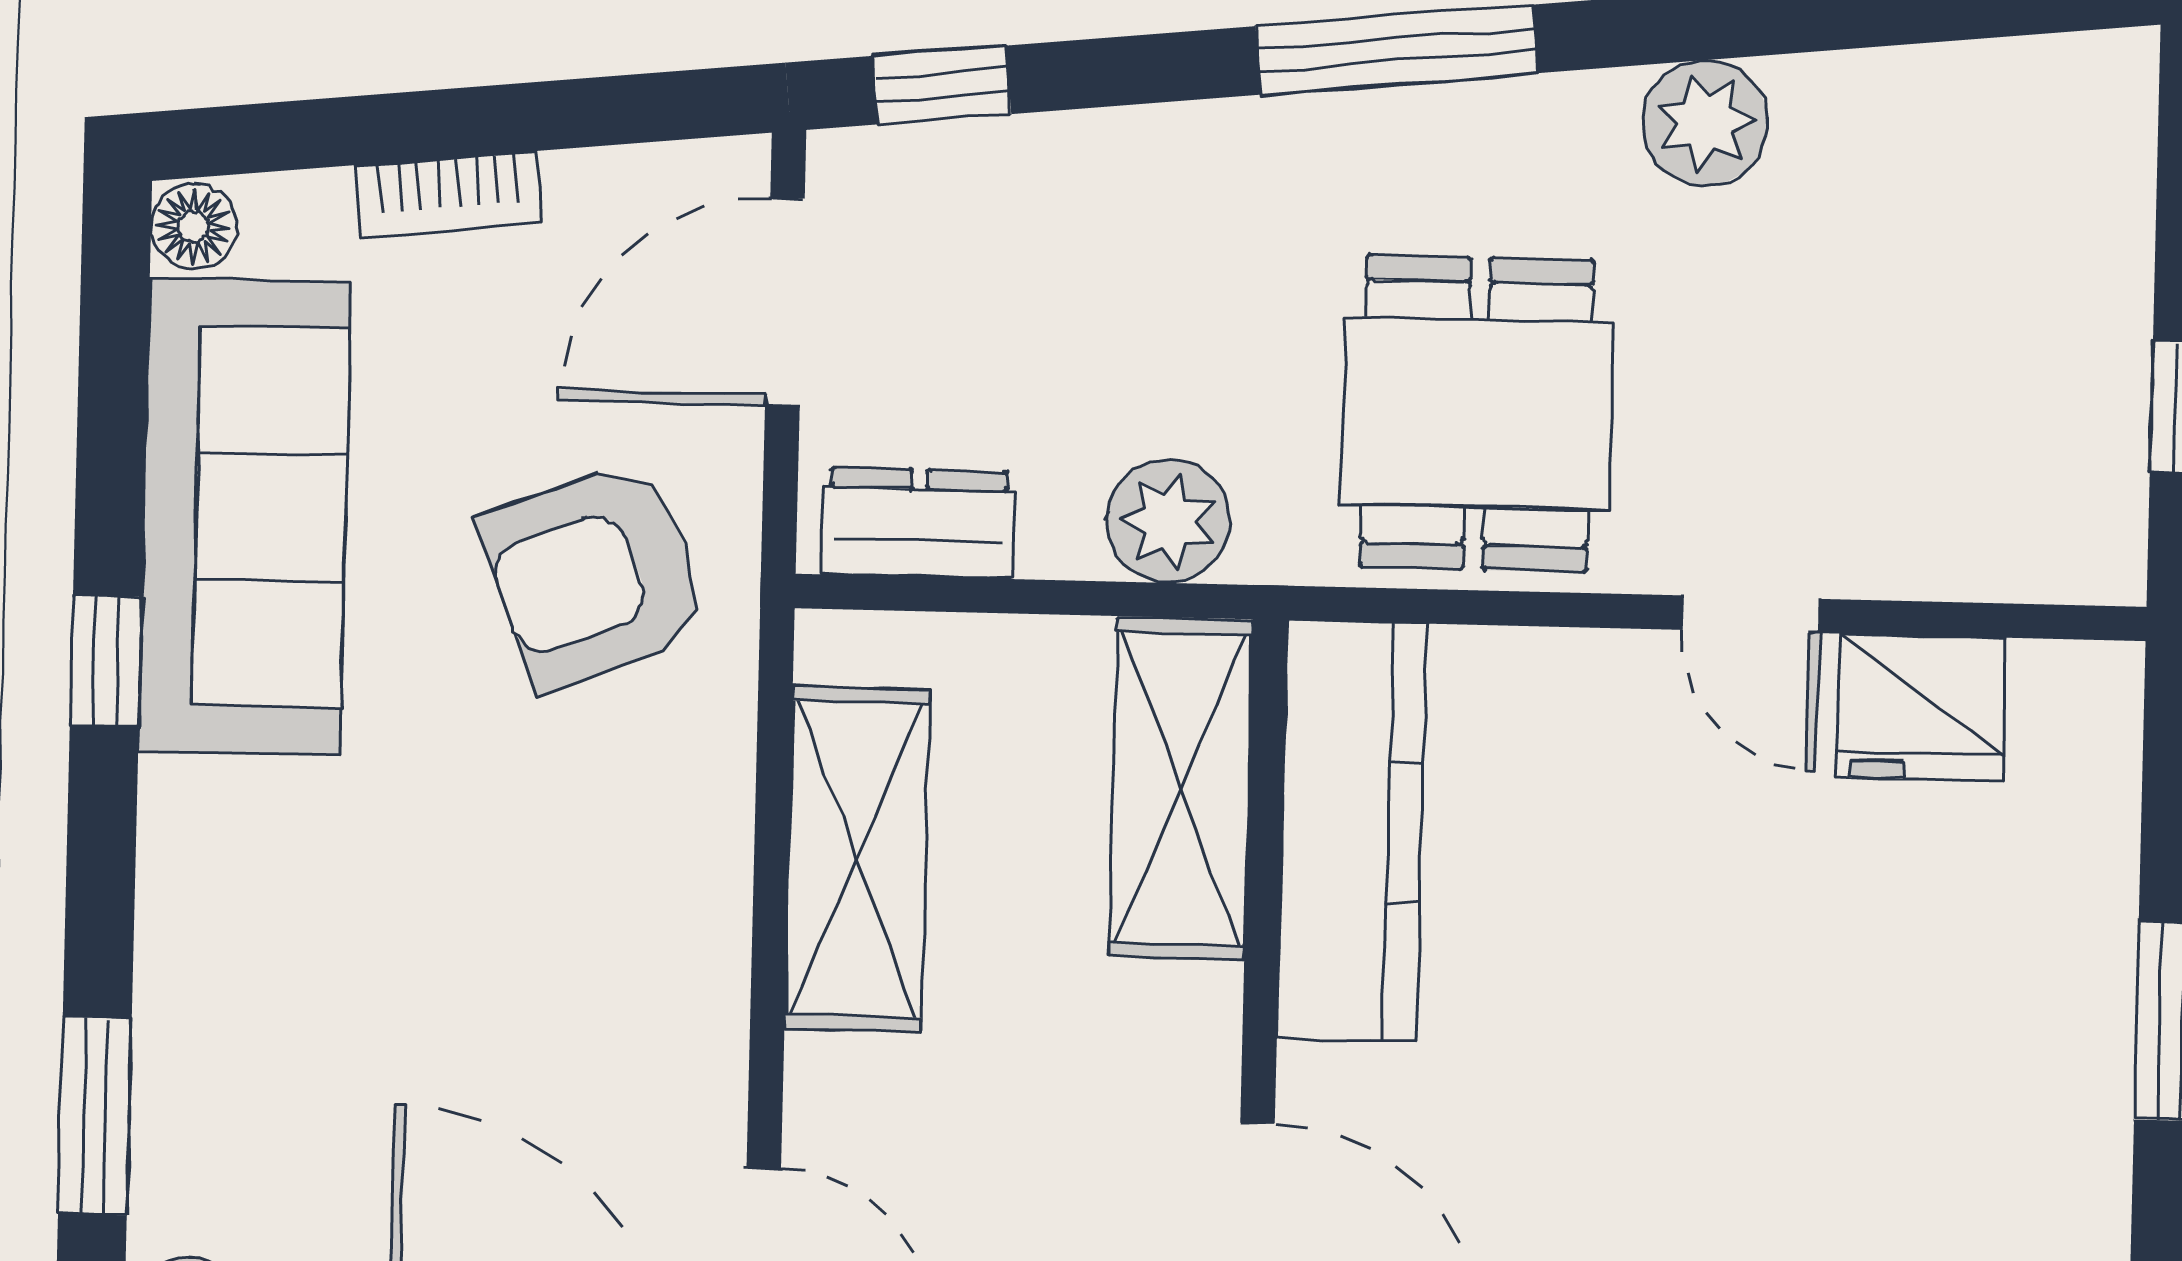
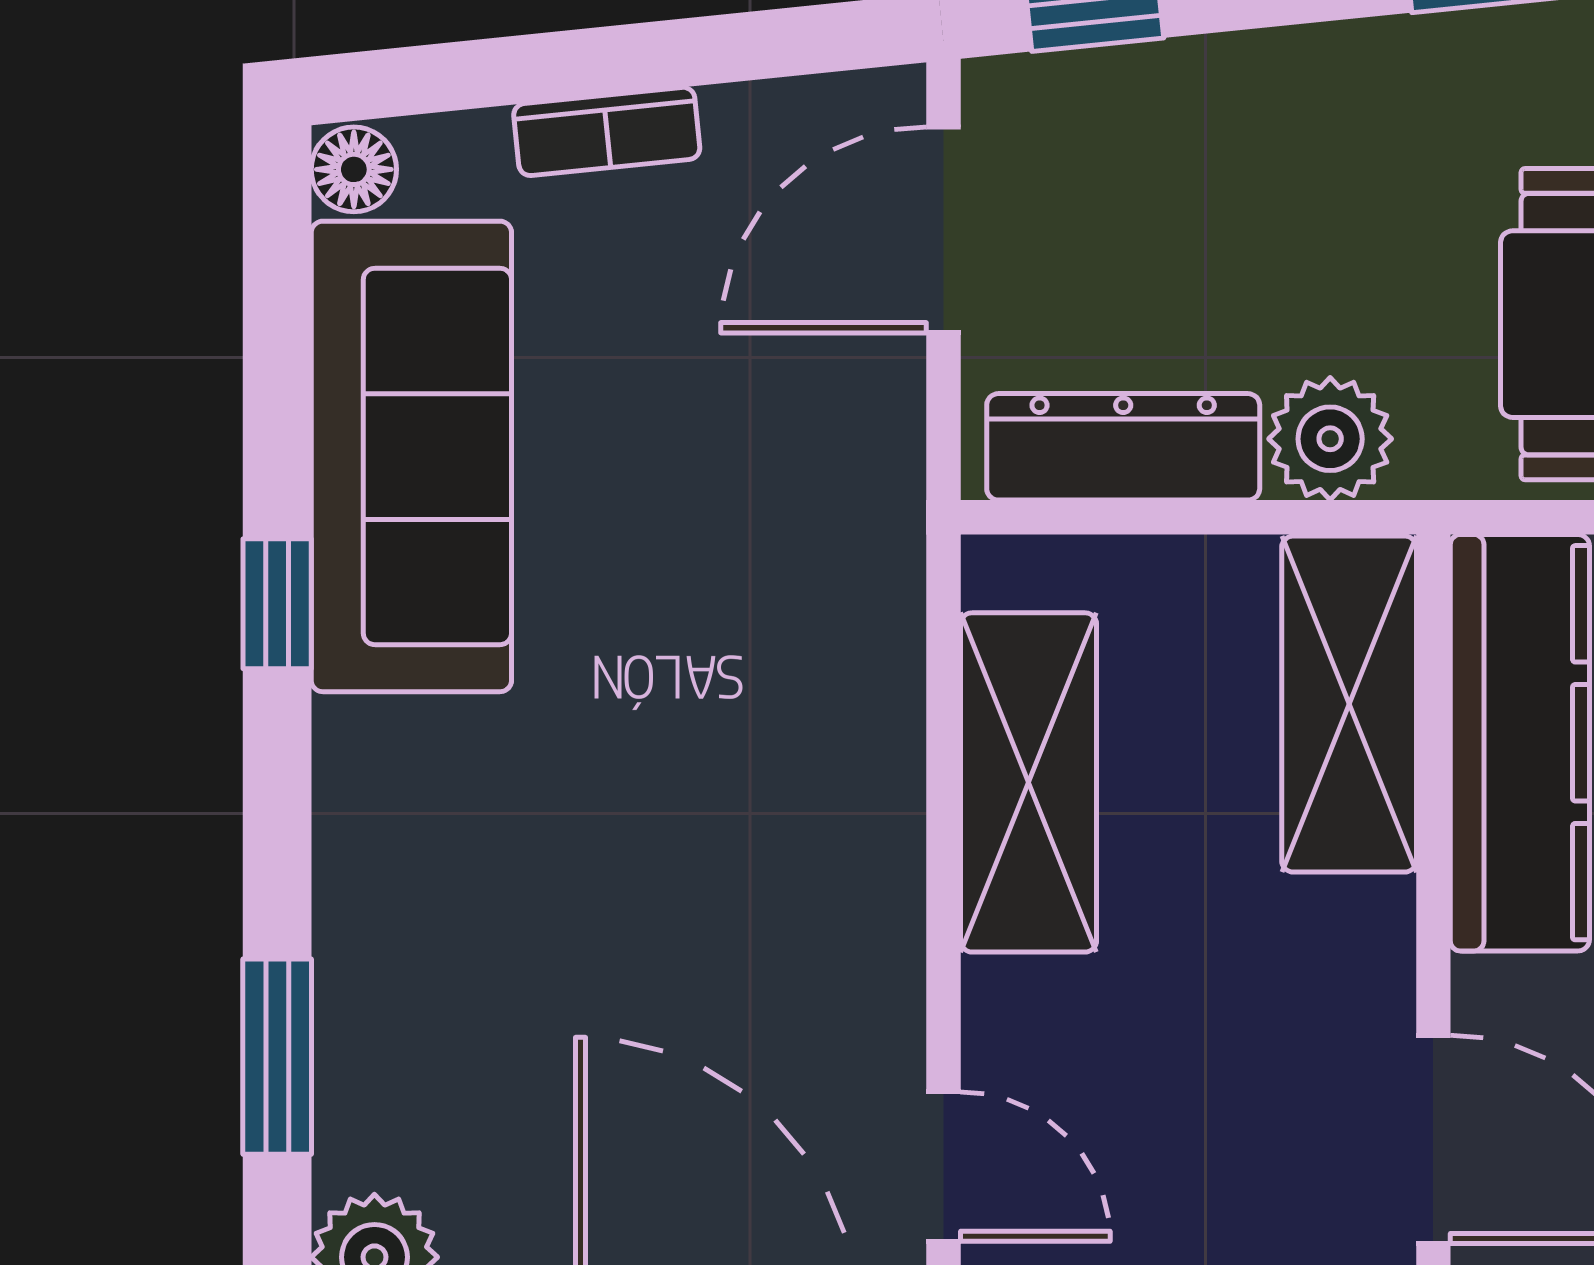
dresser: (918, 523) -> (1123, 447), width x1.44
armchair: (595, 575) -> (761, 506), removed

